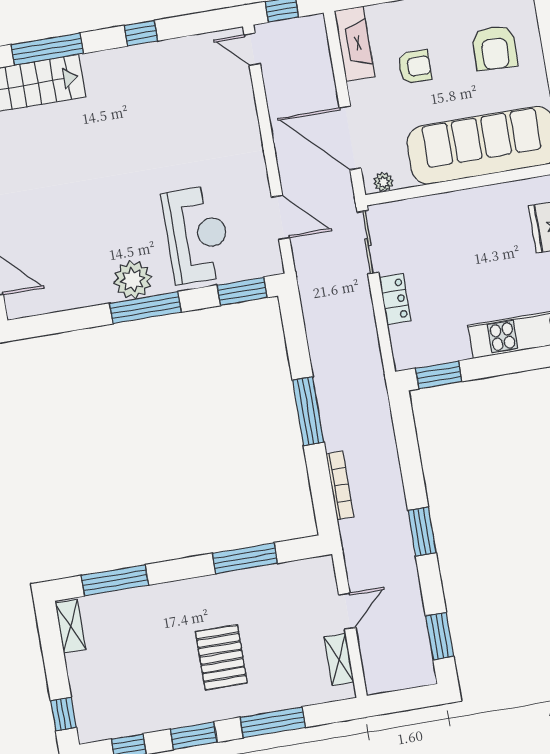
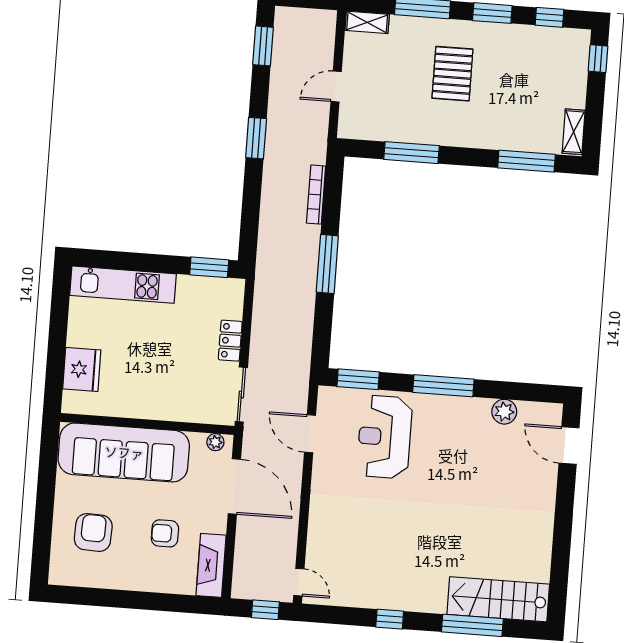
plant: (133, 280) -> (504, 412), moved, width x0.73, depth x0.73
shelving: (339, 660) -> (367, 22), moved, turned 90

